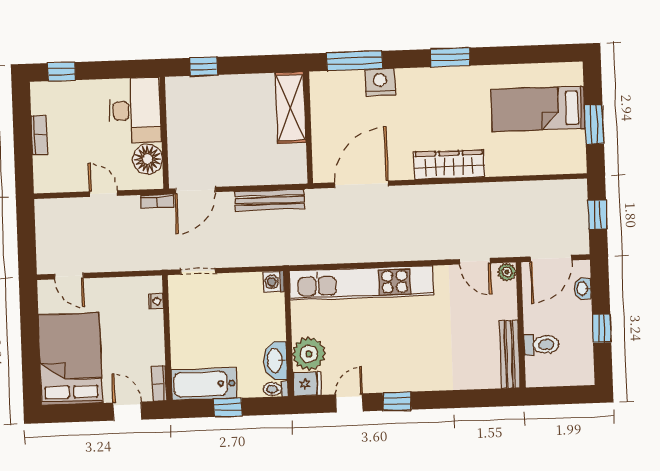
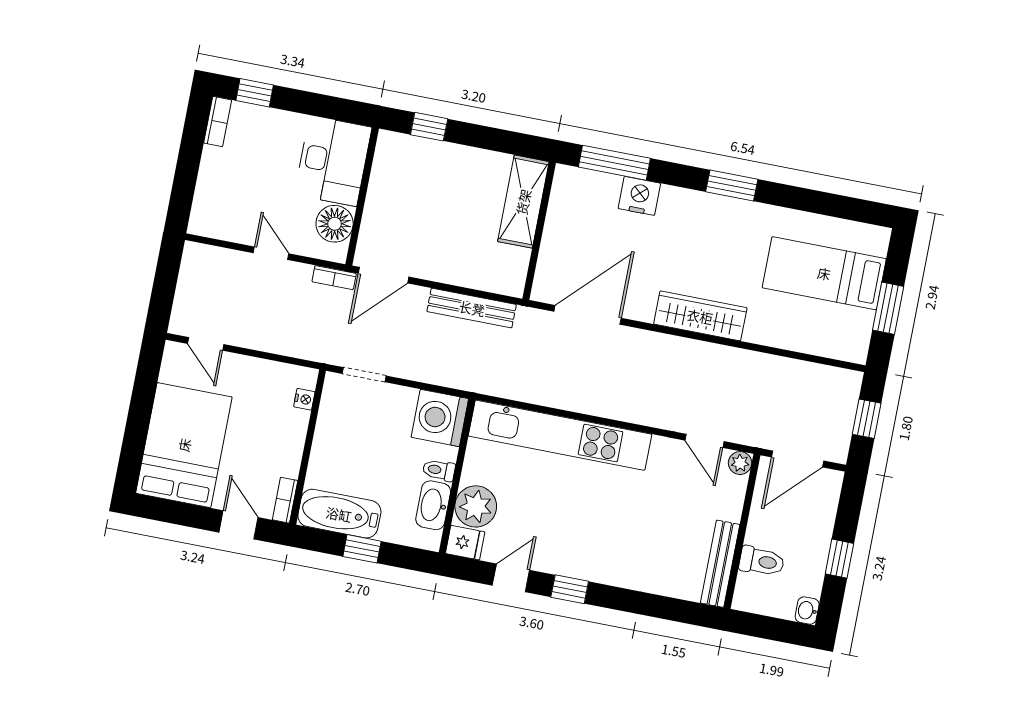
bookcase: (39, 135) -> (218, 122), moved
washing machine: (274, 282) -> (440, 418), width x1.89, depth x1.89
washbasin: (583, 289) -> (807, 611), moved
toilet: (276, 389) -> (439, 470), moved

